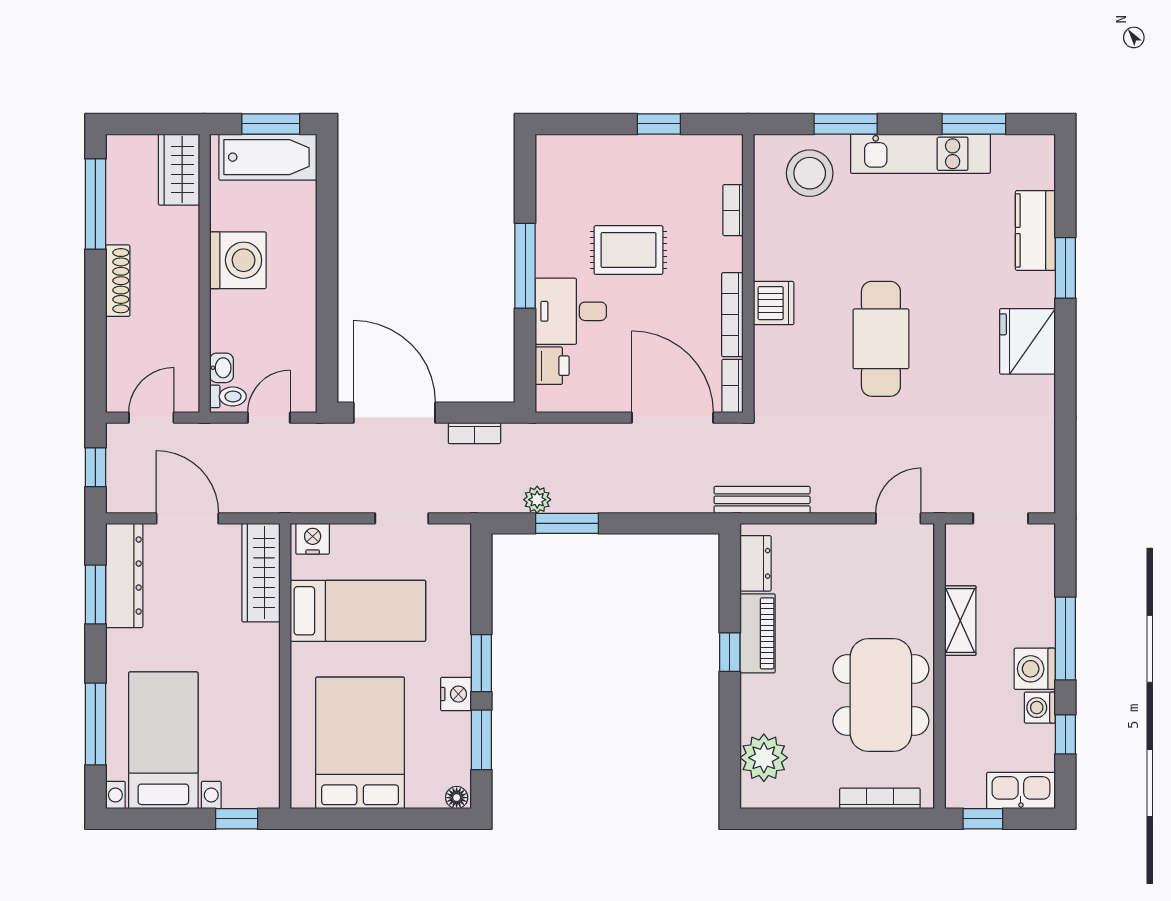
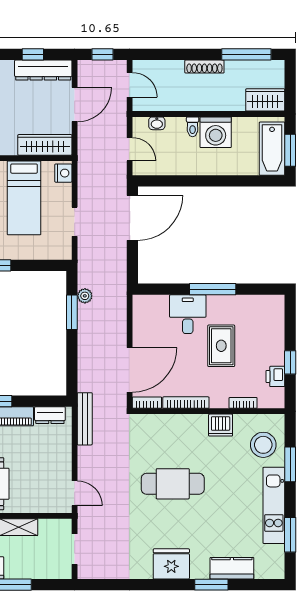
dishwasher: (774, 303) -> (221, 425), moved
printer: (552, 366) -> (275, 376), moved, turned 90
toilet: (228, 396) -> (193, 127), moved
bookcase: (474, 433) -> (121, 262), removed
window: (95, 595) -> (33, 54), width x0.67

